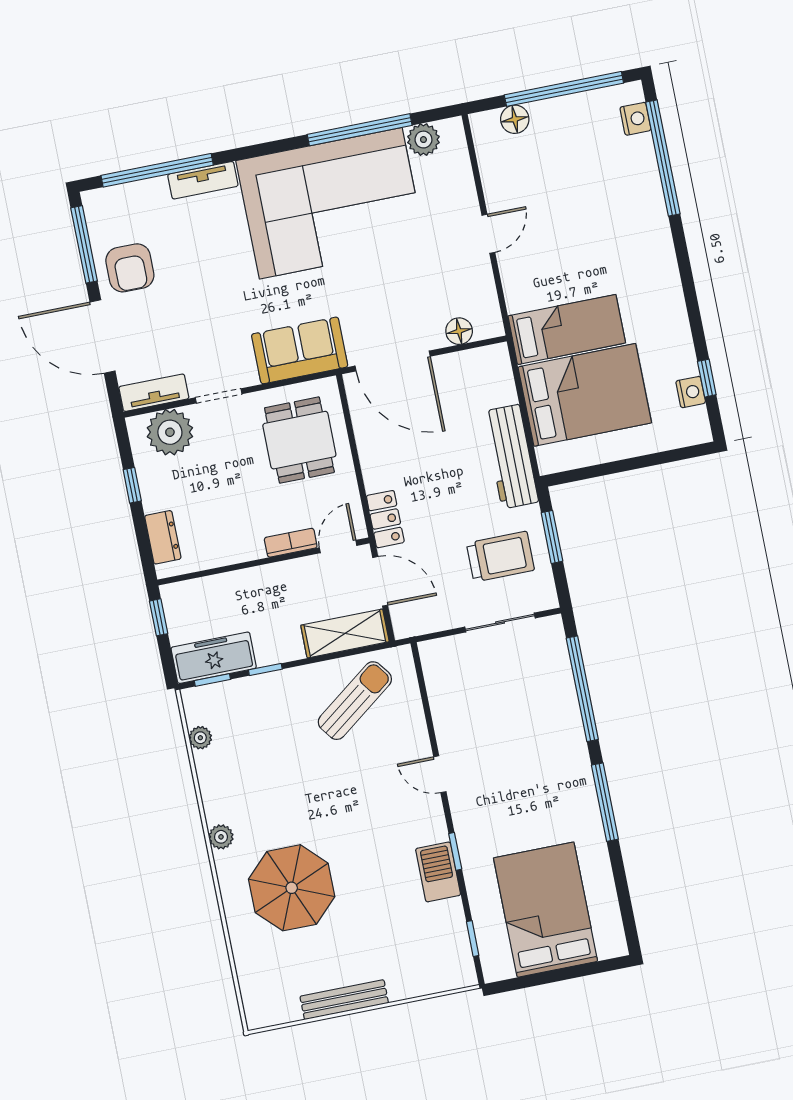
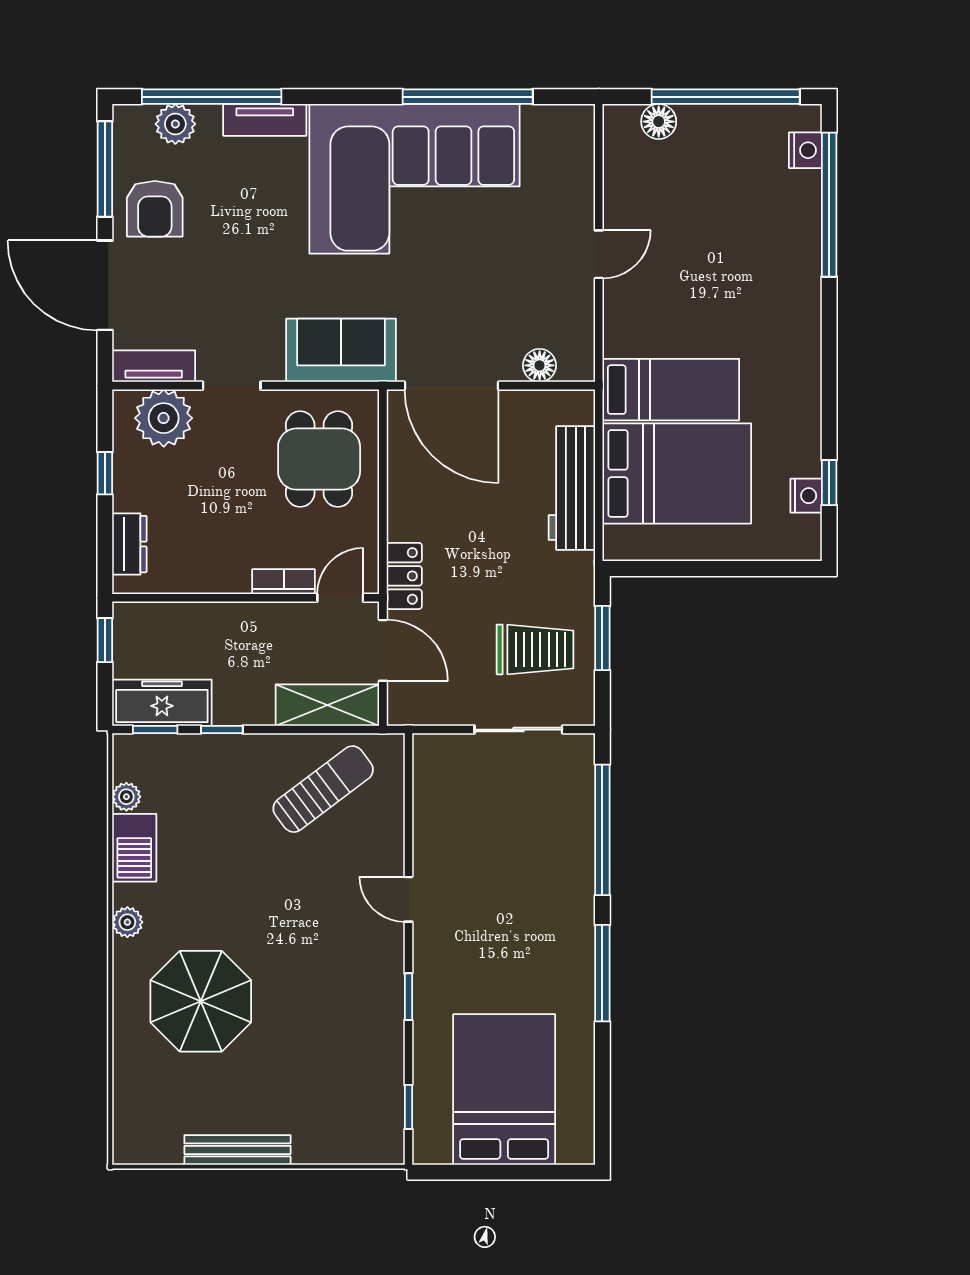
plant: (423, 140) -> (175, 124), moved
workbench: (511, 457) -> (572, 488), moved
barbecue: (438, 872) -> (134, 848), moved, turned 180

